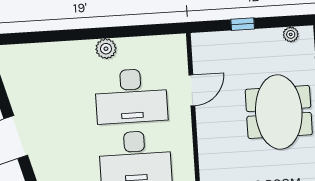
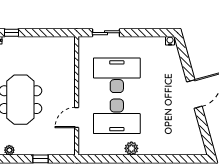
desk: (131, 96) -> (117, 116), turned 180

